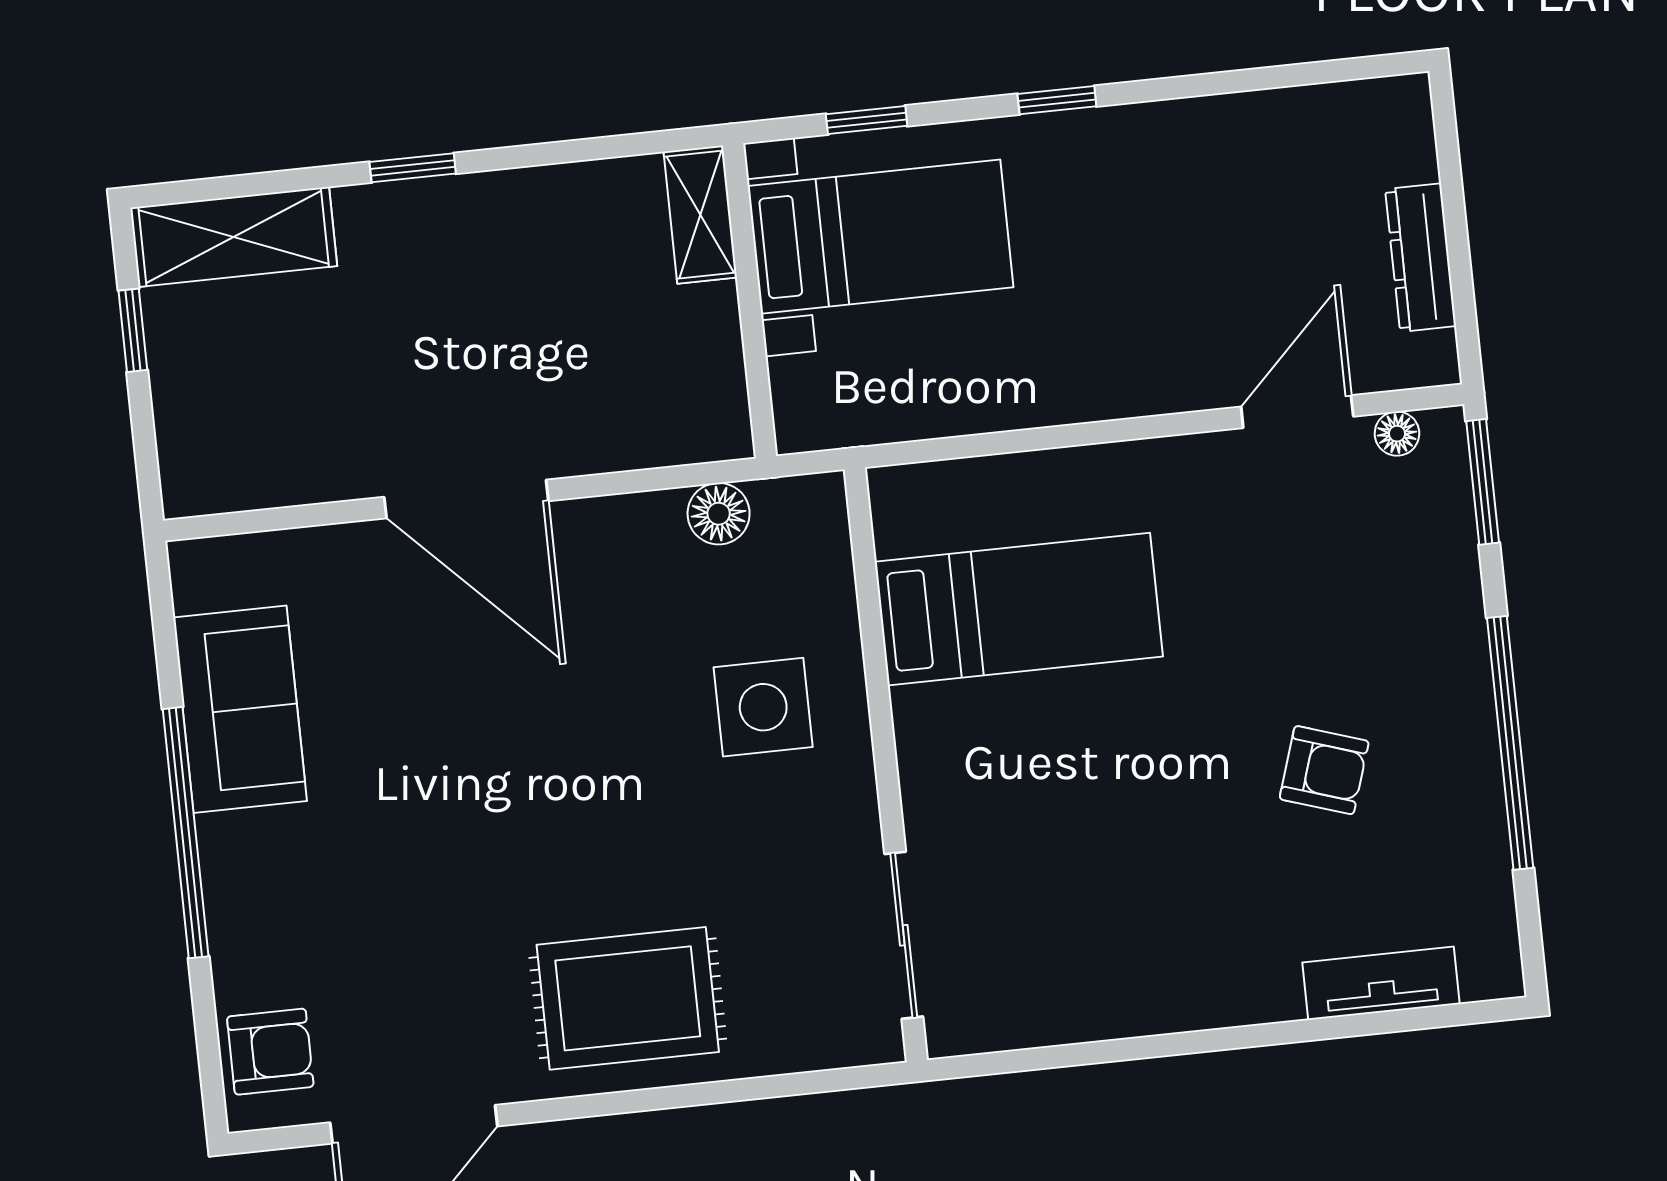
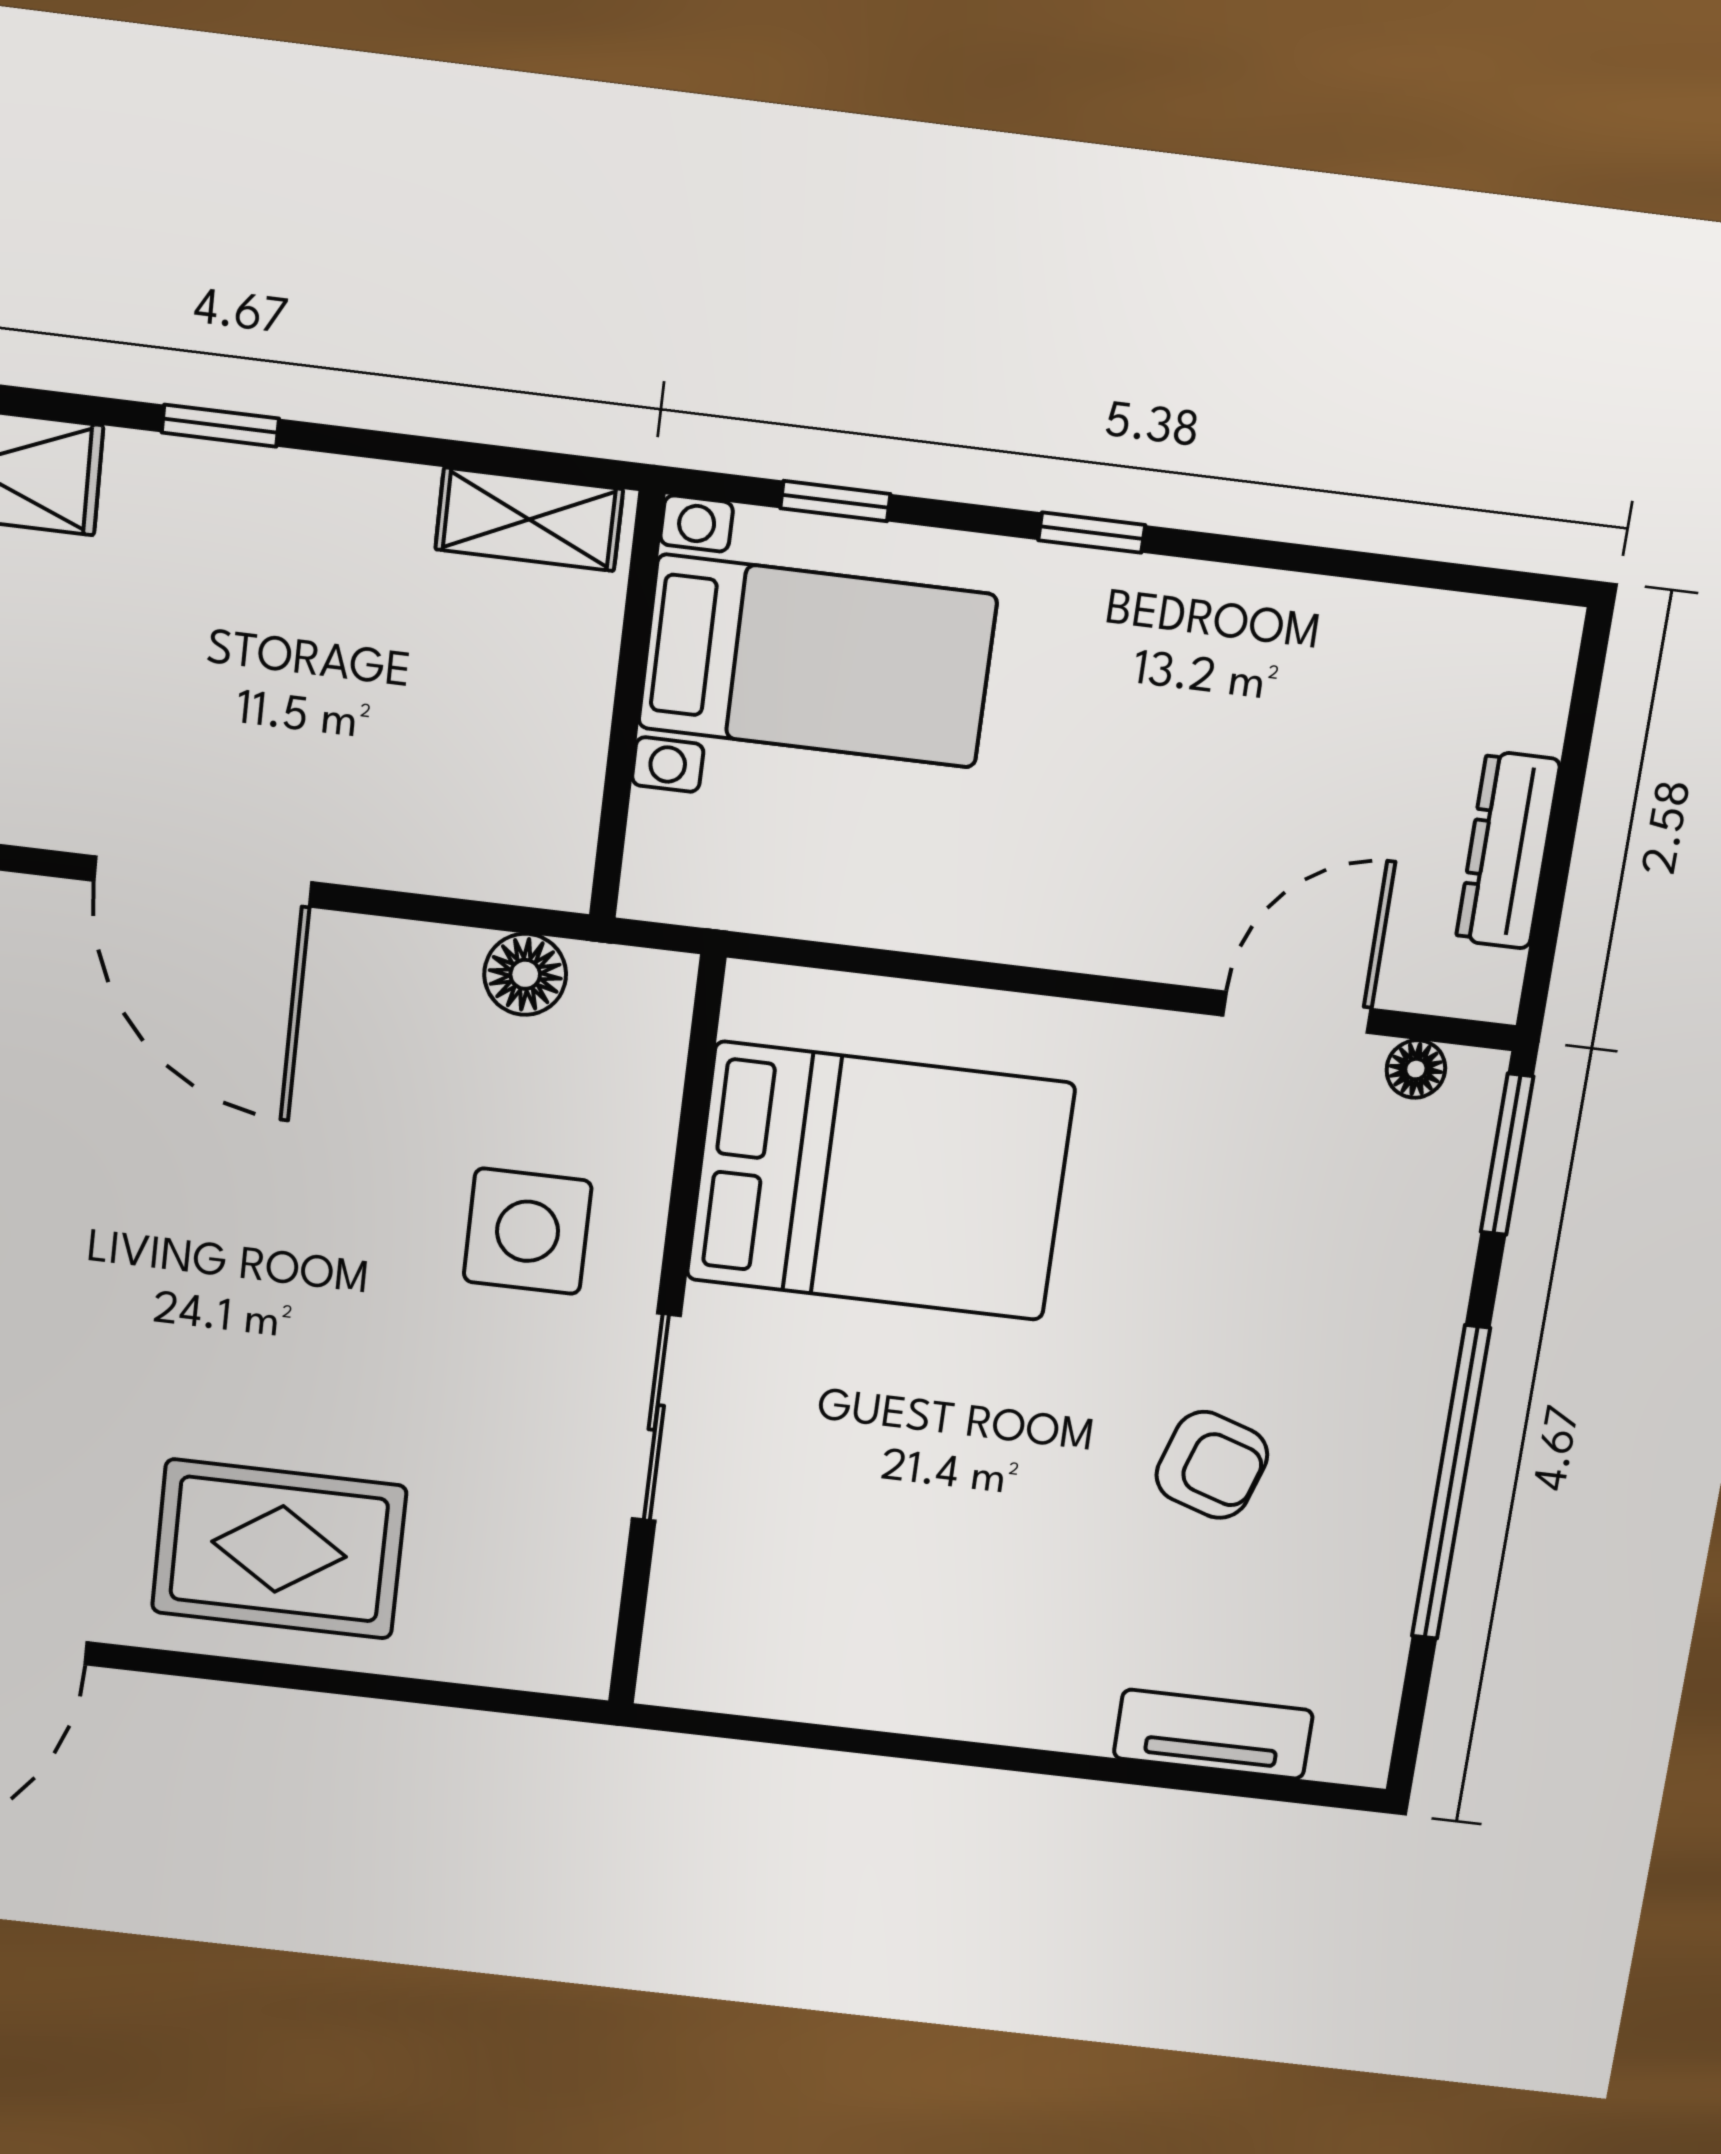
shelving: (700, 215) -> (529, 519), moved, turned 90
bed: (1019, 609) -> (880, 1181), width x1.50
sliding door: (904, 935) -> (656, 1418), moved

